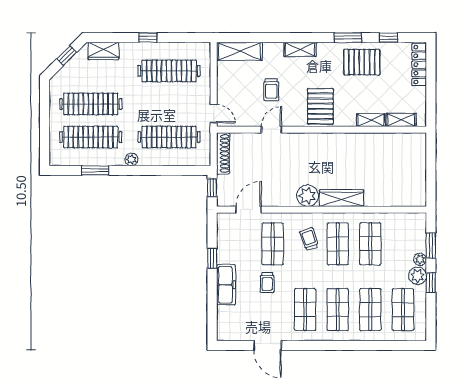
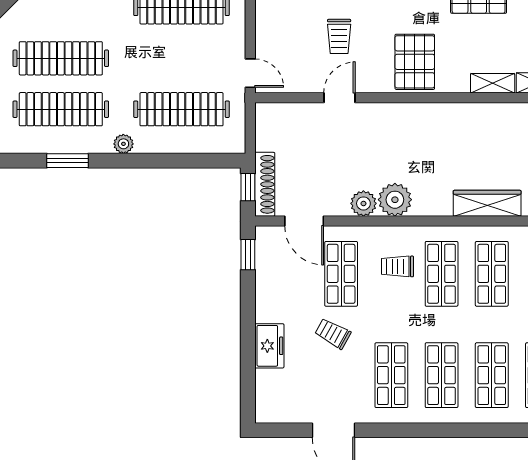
shoe rack: (223, 153) -> (265, 184), moved
plant: (287, 198) -> (363, 203), added
wardrobe: (342, 198) -> (487, 203), moved
door: (249, 210) -> (304, 221), swing flipped
trolley: (309, 239) -> (397, 266), turned -71
window: (212, 258) -> (248, 255), moved
trolley: (267, 283) -> (333, 333), turned 119
freezer: (226, 285) -> (269, 346), width x0.71

